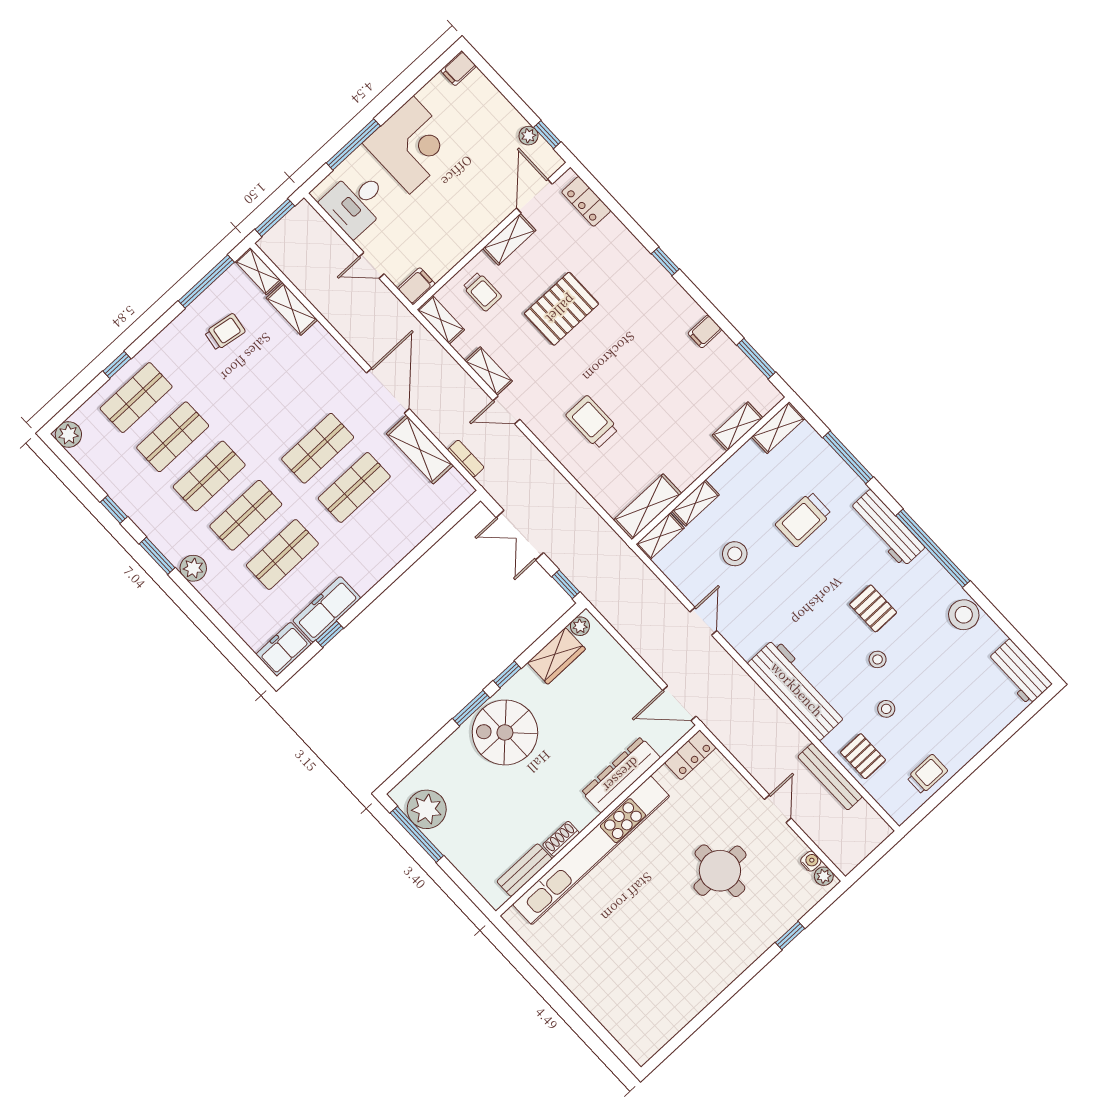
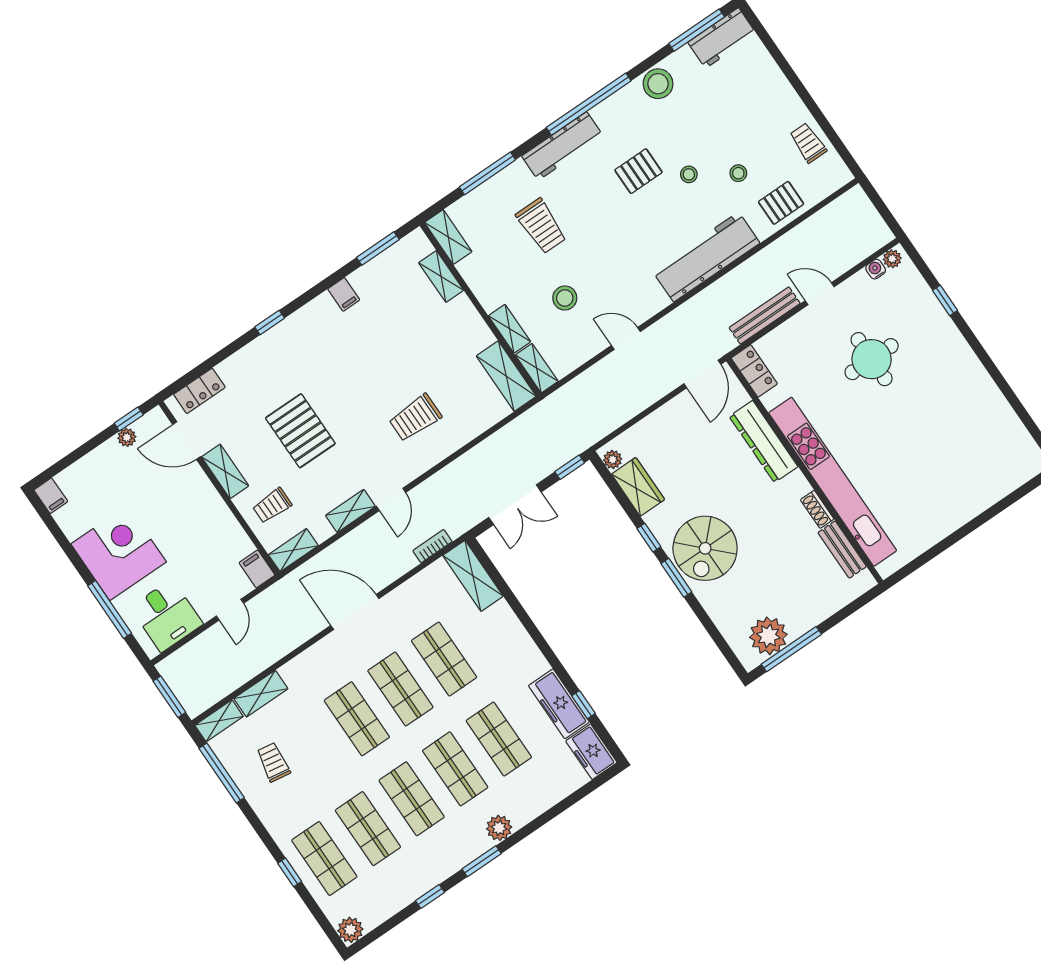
trolley: (482, 292) -> (272, 505), turned 180
shop shelf: (281, 409) -> (357, 719), added
shelving: (420, 450) -> (473, 576), moved, turned 90
window: (1023, 645) -> (697, 30), added
bench: (830, 777) -> (765, 316), moved

